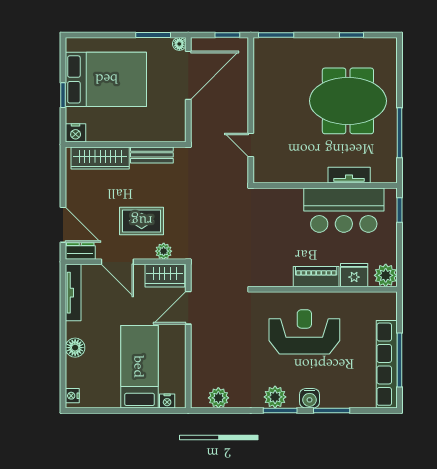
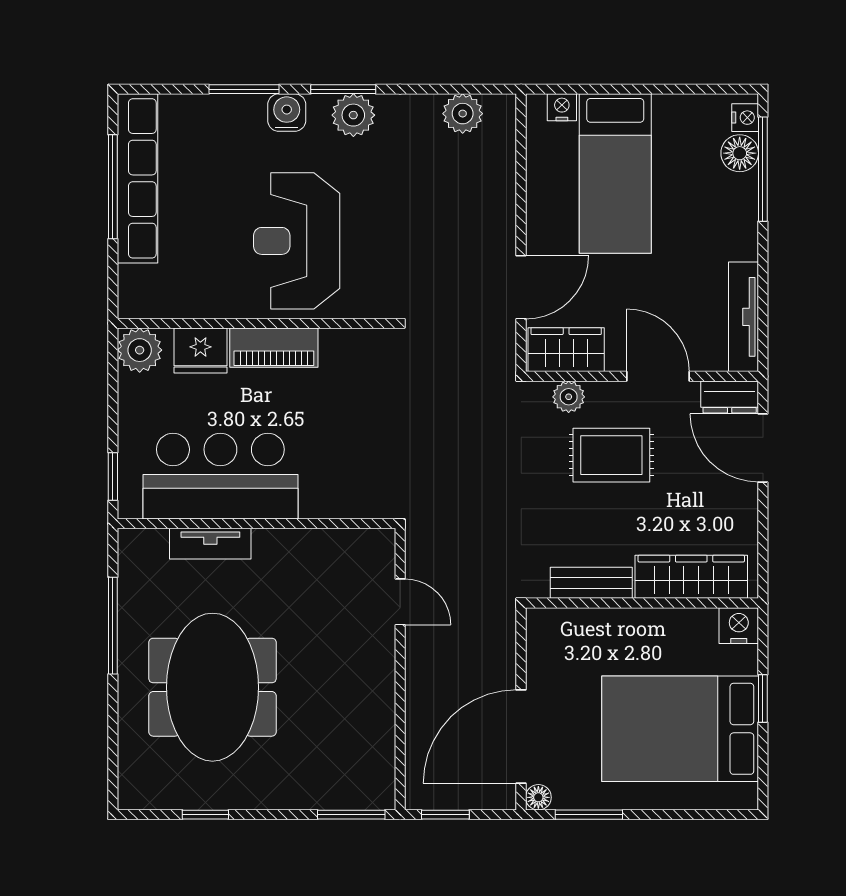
meeting table: (348, 101) -> (212, 687), turned 90
reception desk: (304, 332) -> (297, 241), turned 90
floor lamp: (75, 348) -> (740, 153), moved
window: (63, 369) -> (763, 169), added

